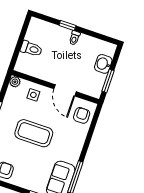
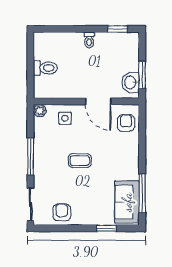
window: (67, 25) -> (118, 29), moved
washbasin: (103, 64) -> (131, 82), moved
coffee table: (34, 133) -> (80, 161), width x0.54, depth x0.58

